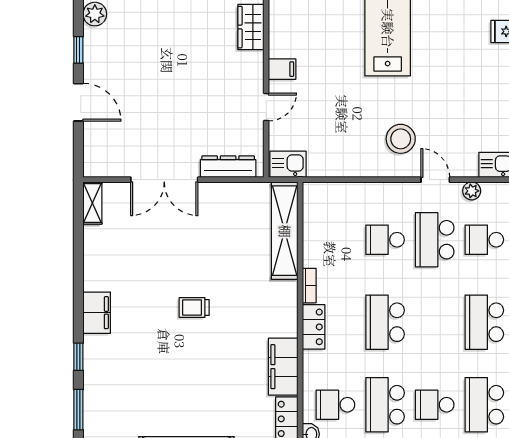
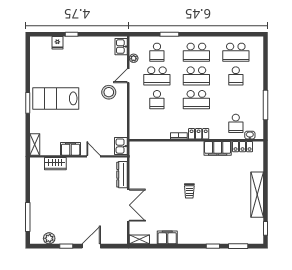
filing cabinet: (282, 69) -> (71, 149), width x2.00
shelving: (285, 231) -> (153, 148), removed
filing cabinet: (97, 313) -> (167, 237), moved
school desk: (385, 405) -> (196, 76), moved

